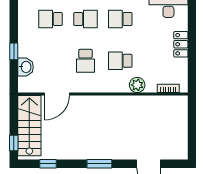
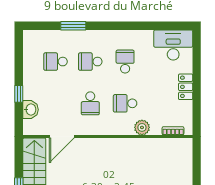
school desk: (85, 19) -> (90, 62), turned 180
school desk: (120, 19) -> (125, 62), turned 90

